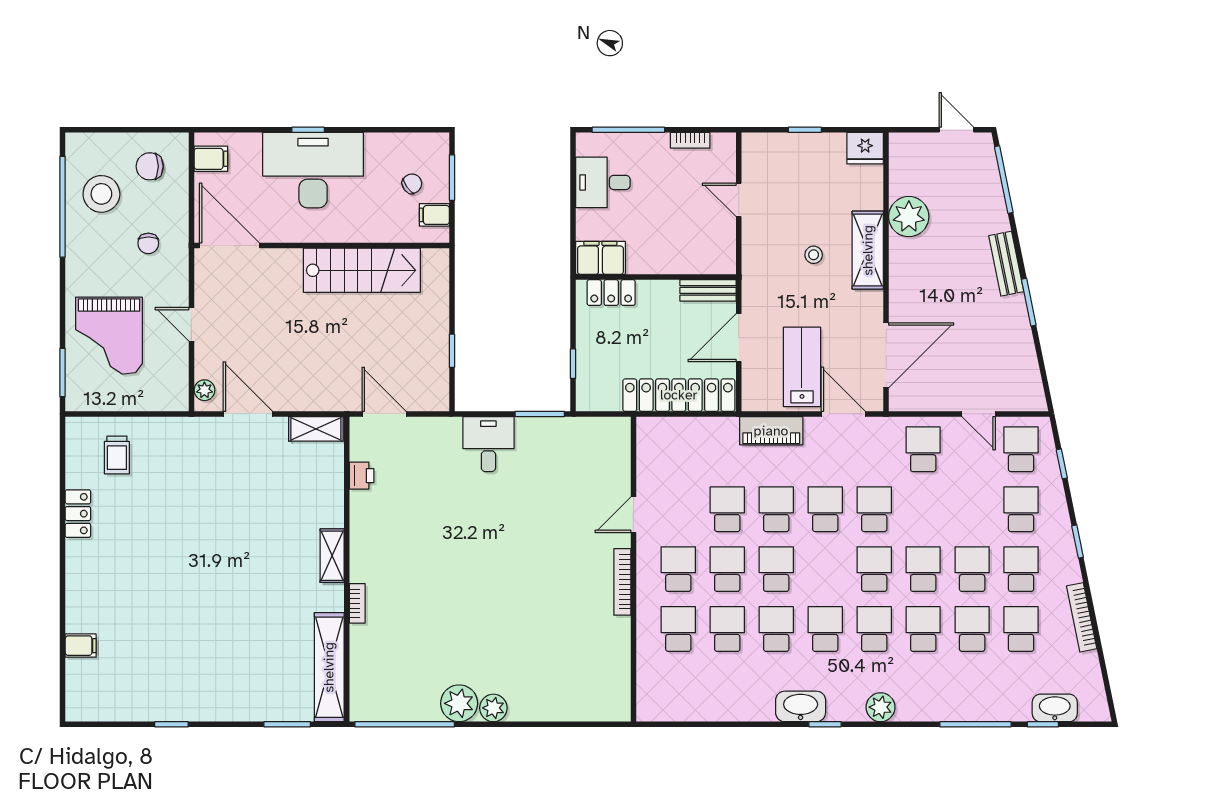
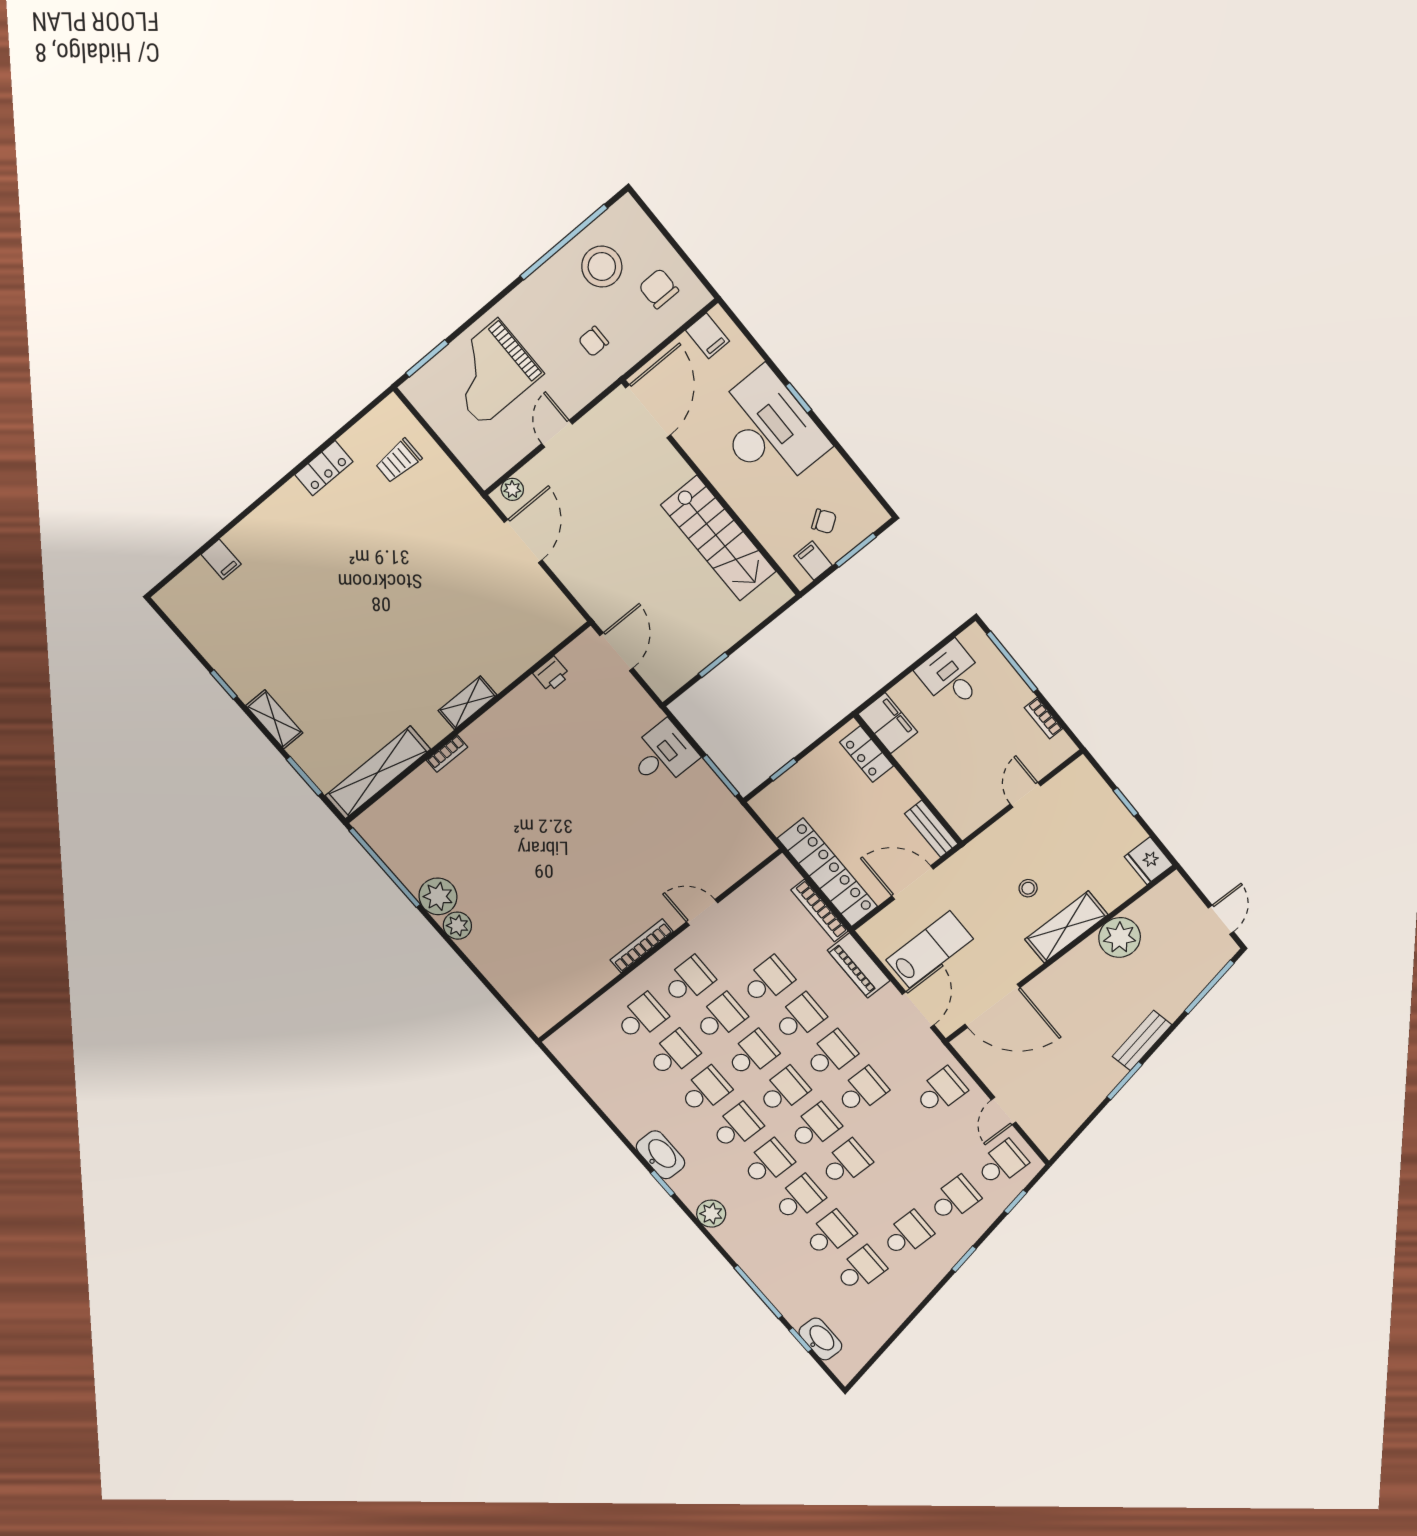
shelving: (316, 429) -> (274, 719), moved
school desk: (972, 569) -> (783, 1091), moved
bookcase: (1082, 617) -> (819, 910), moved, turned -78

